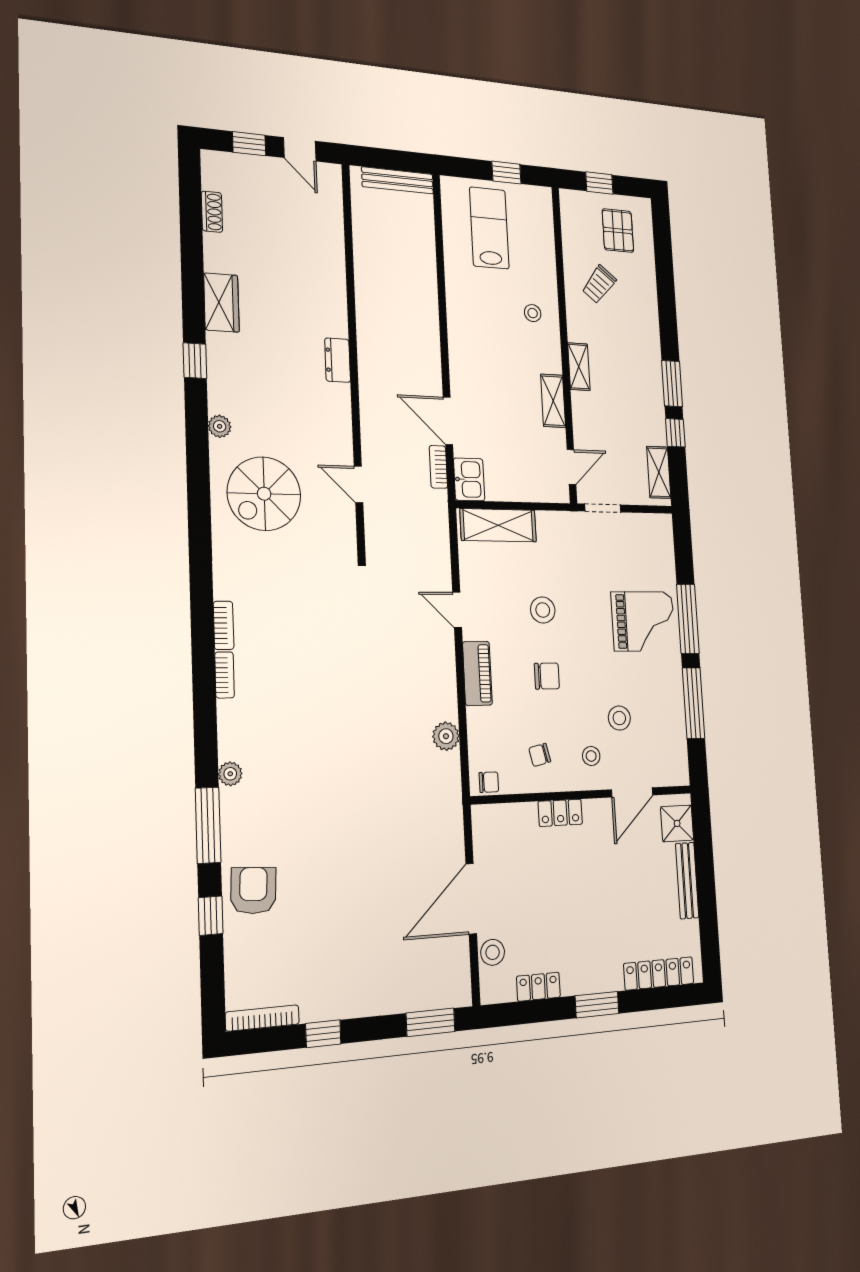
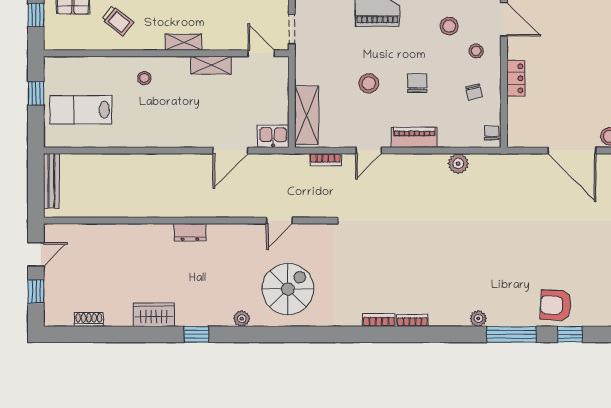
bookcase: (438, 467) -> (325, 160), moved
spiral stairs: (264, 494) -> (288, 289), turned -90

